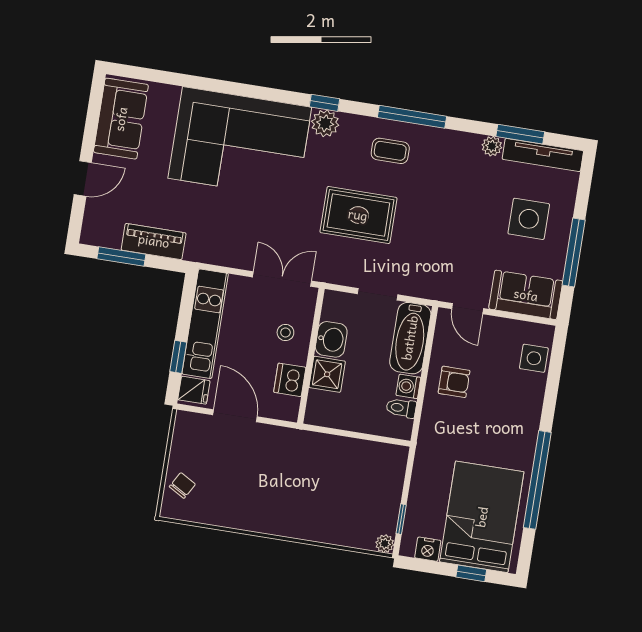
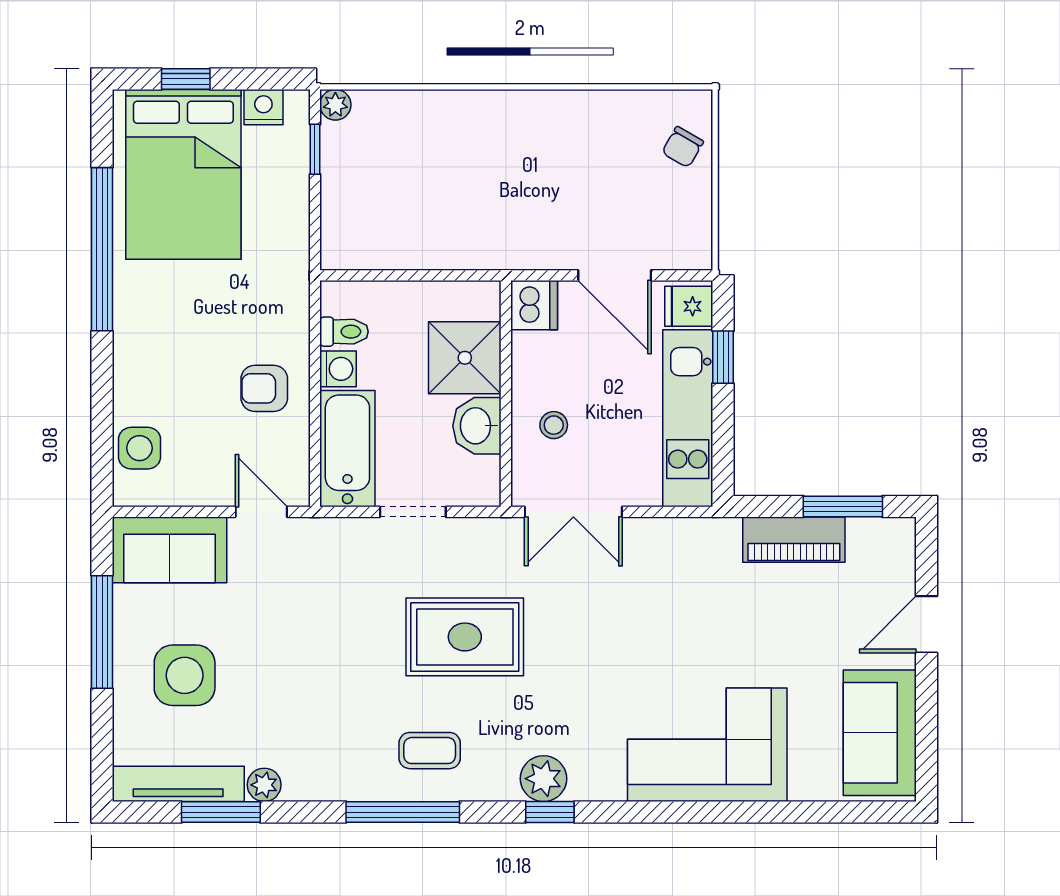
corner sofa: (240, 143) -> (707, 745), width x0.73, depth x0.74
shower: (327, 374) -> (465, 358), width x1.36, depth x1.36
dishwasher: (290, 380) -> (534, 305), moved

